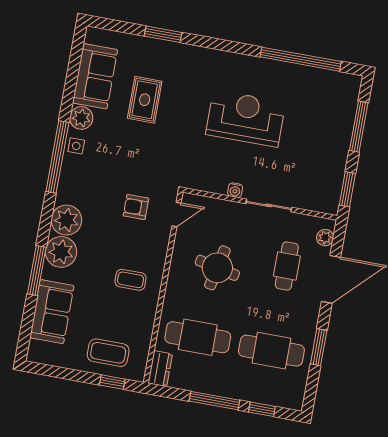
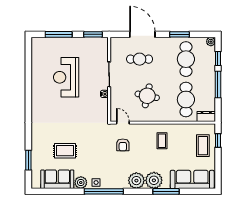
window: (163, 34) -> (28, 160), moved
window: (301, 59) -> (28, 72), removed
reception desk: (246, 118) -> (66, 77), moved
plant: (325, 238) -> (211, 42), moved
sofa: (52, 312) -> (192, 179), width x1.36

